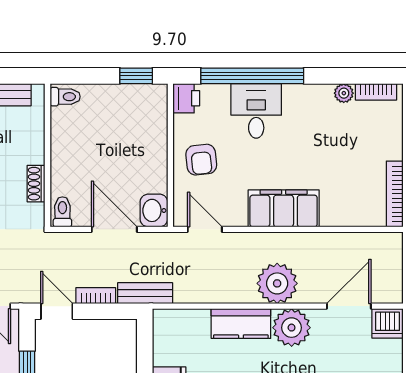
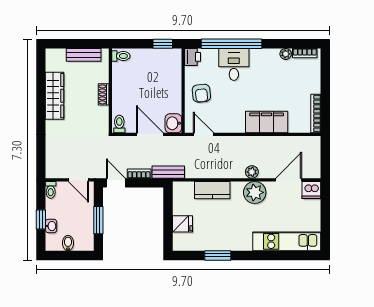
shoe rack: (36, 184) -> (104, 94), moved
filing cabinet: (284, 208) -> (267, 122), moved
plant: (277, 283) -> (252, 172), width x0.53, depth x0.53
kitchen counter: (241, 324) -> (212, 190), moved

